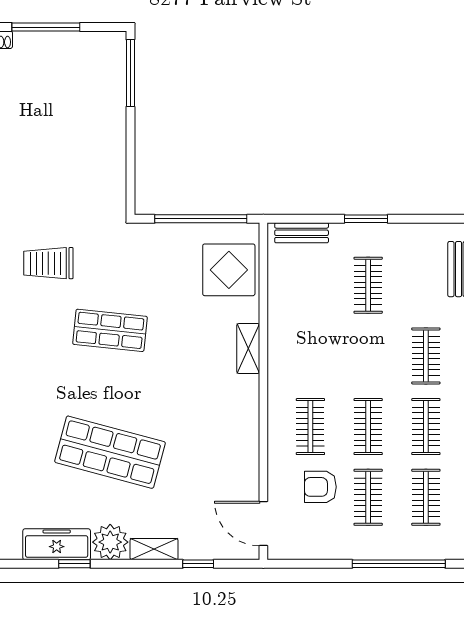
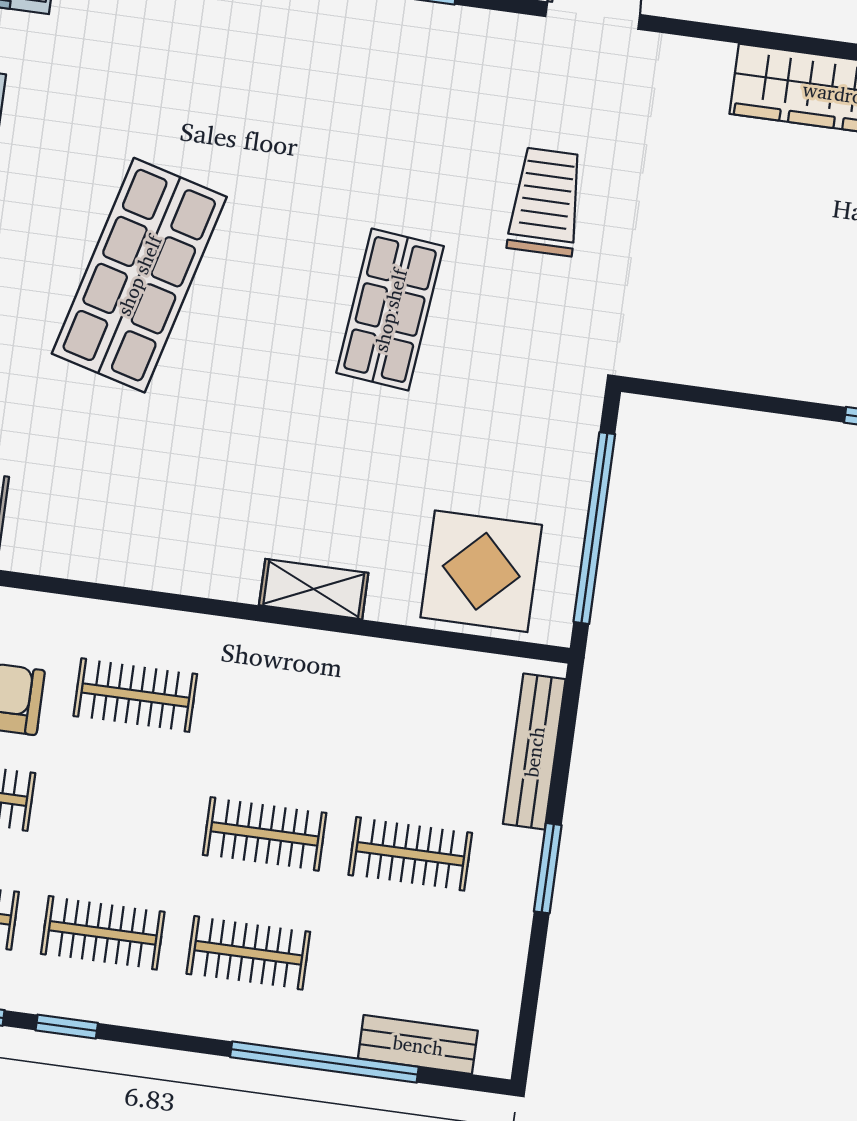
bench: (302, 233) -> (534, 752), width x1.36
clothes rail: (368, 427) -> (265, 834), moved

